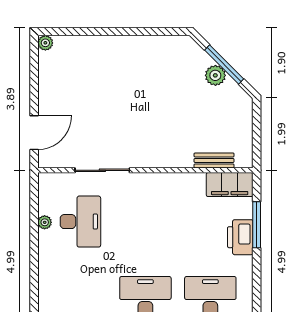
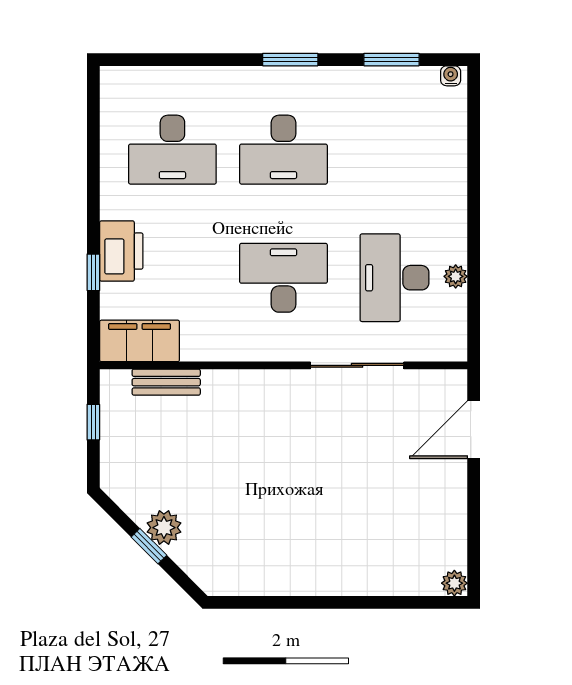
window: (224, 65) -> (149, 546), width x0.46
window: (257, 137) -> (93, 422), added
desk: (145, 222) -> (283, 278), added
window: (257, 225) -> (93, 272), width x0.46

